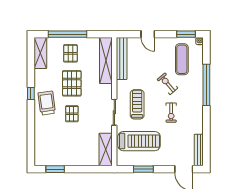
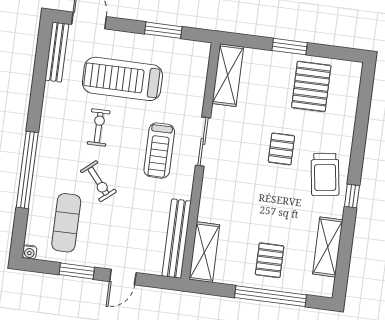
door: (148, 34) -> (123, 277), swing flipped
window: (186, 34) -> (77, 271), moved
shelving: (40, 53) -> (328, 247), moved
shelving: (106, 61) -> (204, 252), width x0.68
pallet: (72, 83) -> (311, 86), moved
treadmill: (139, 141) -> (122, 79), moved
window: (55, 169) -> (290, 47), moved

